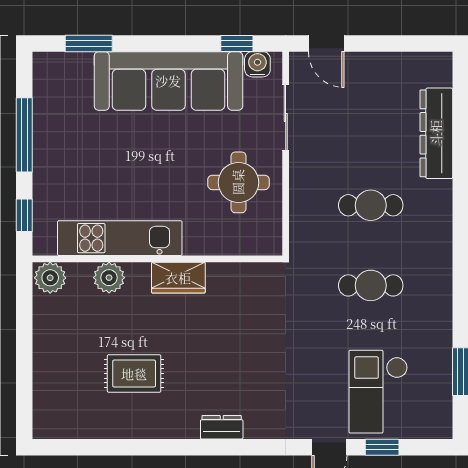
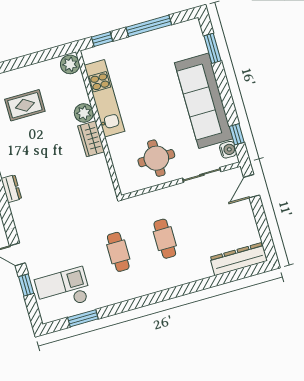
dresser: (436, 133) -> (239, 259), moved
plant: (109, 278) -> (84, 113), moved
rug: (134, 374) -> (25, 105), moved, turned 90
checkout: (378, 392) -> (63, 290), moved

